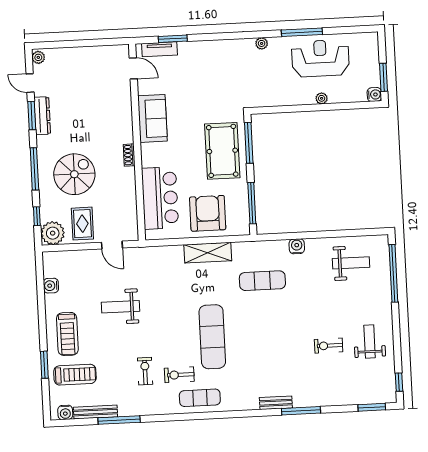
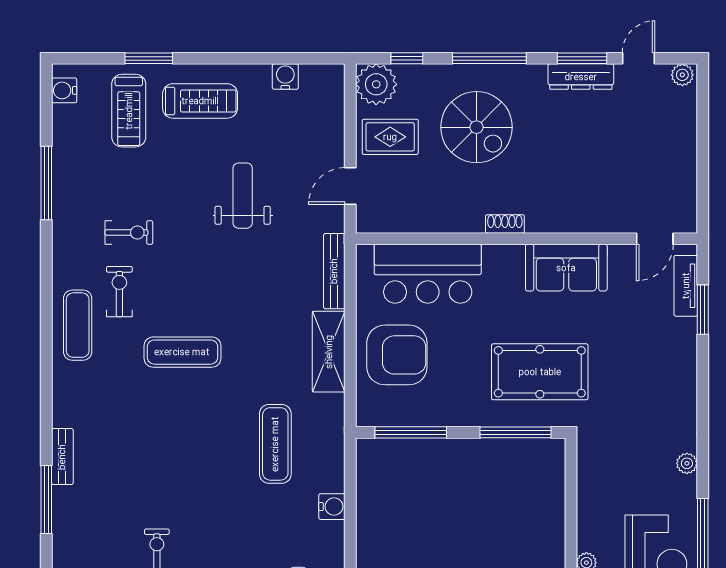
pool table: (222, 151) -> (540, 372), moved
treadmill: (67, 334) -> (200, 101), turned 180
exercise mat: (212, 337) -> (182, 352), width x0.73, depth x0.69
bench: (95, 412) -> (334, 271), moved

